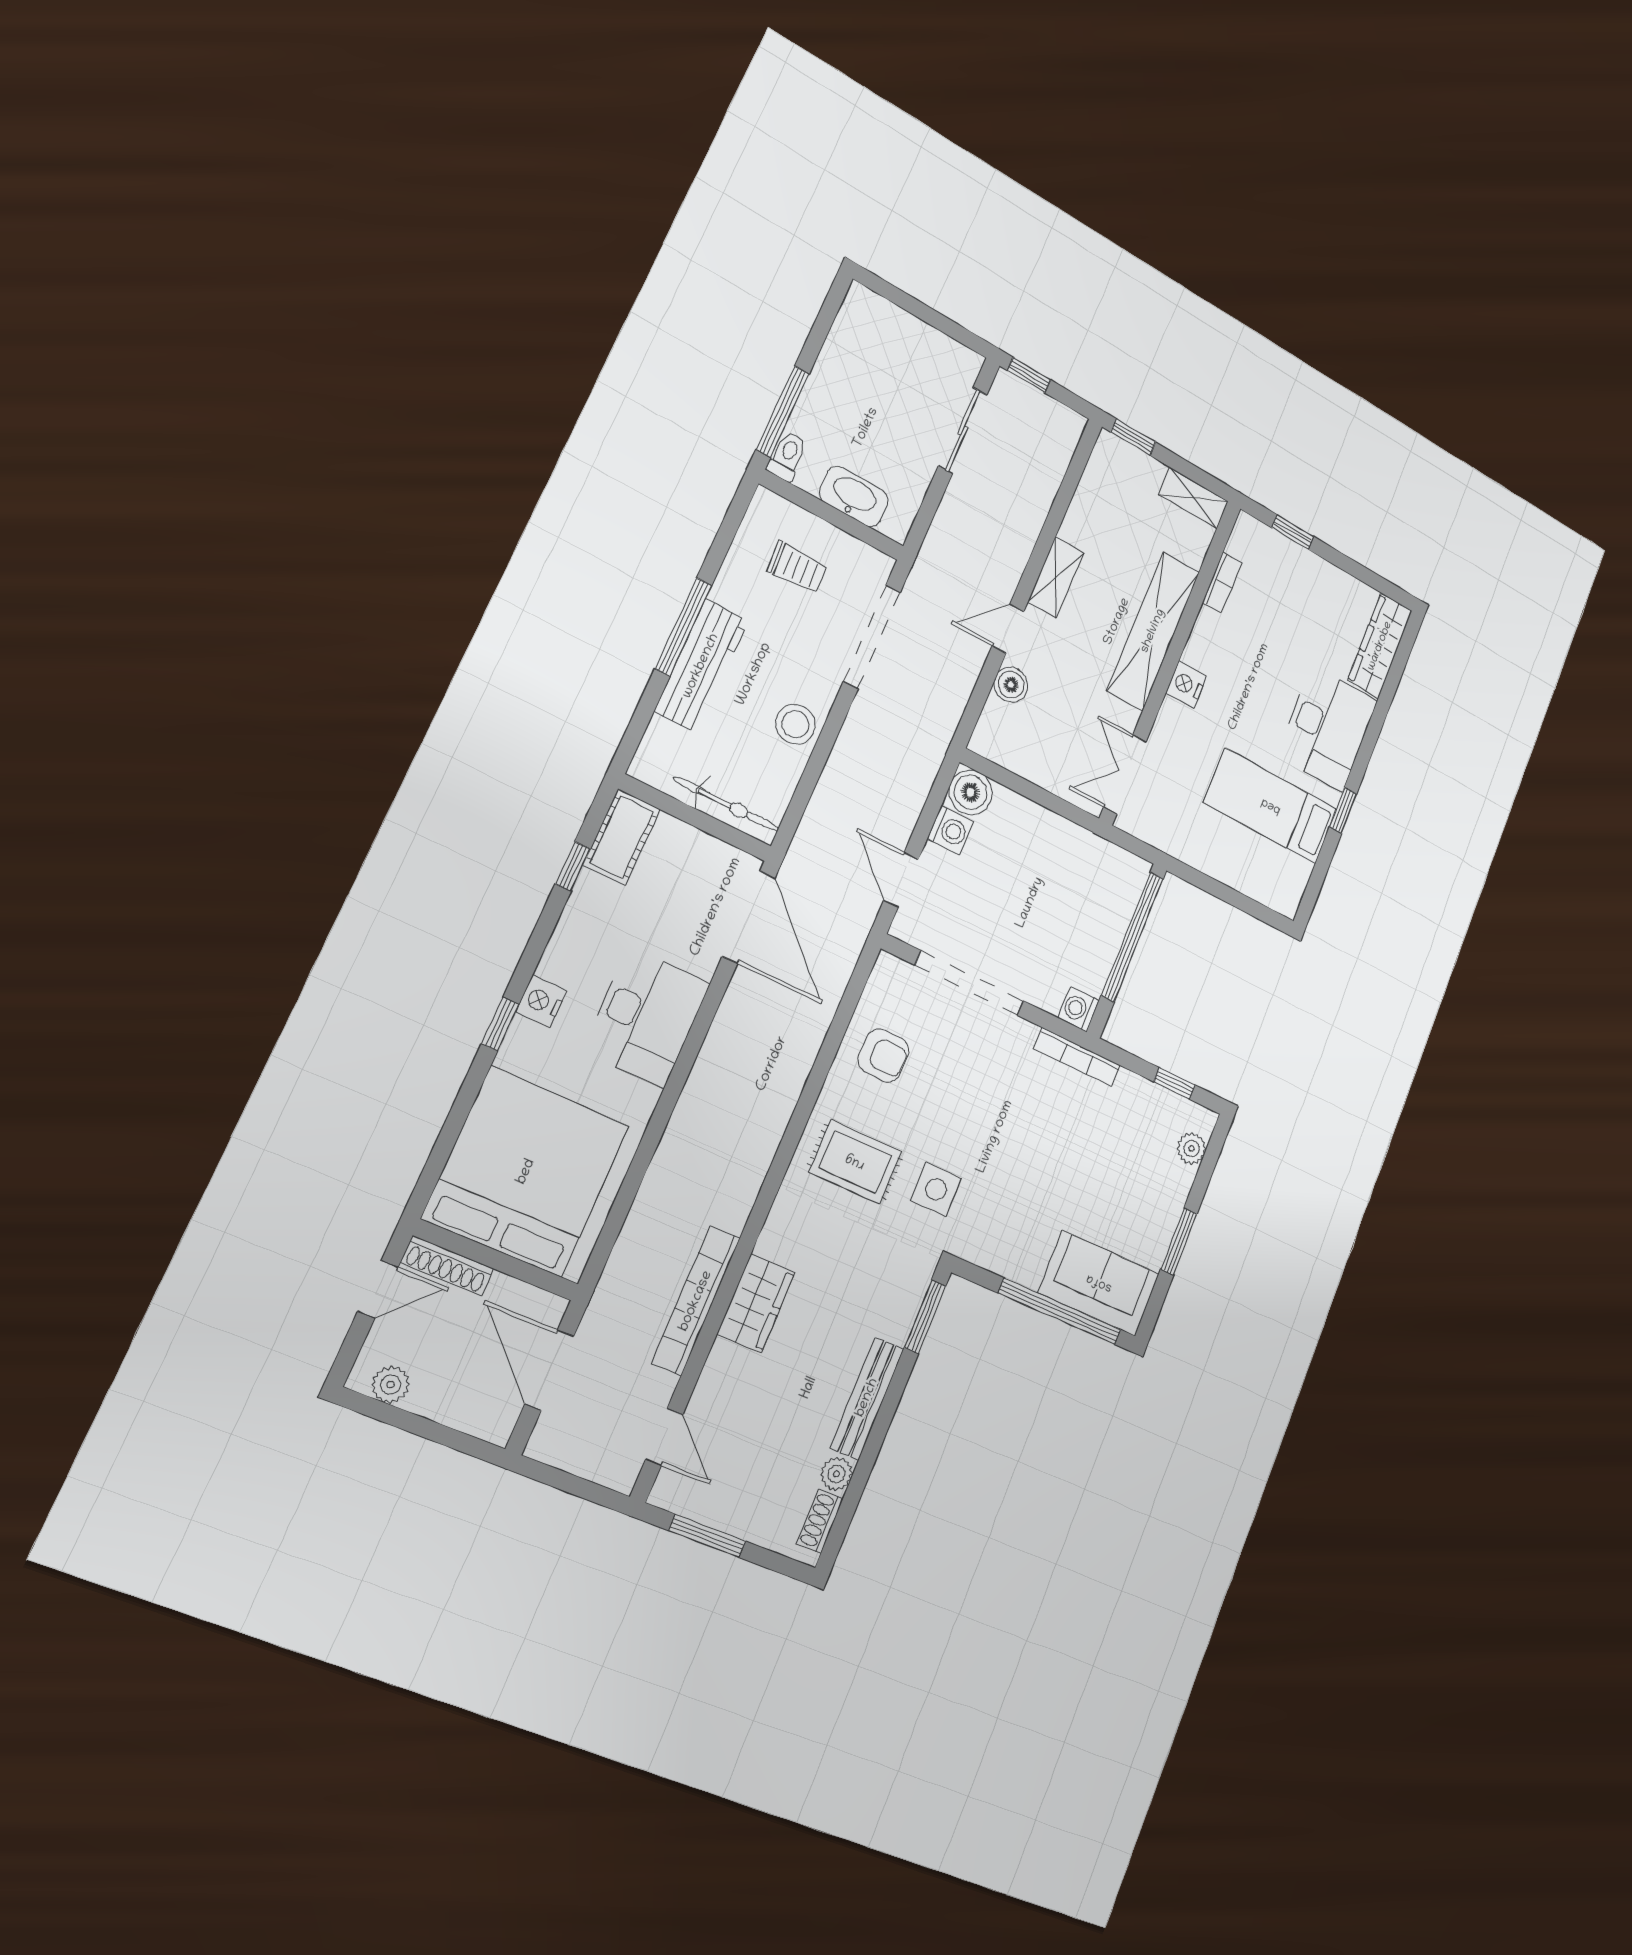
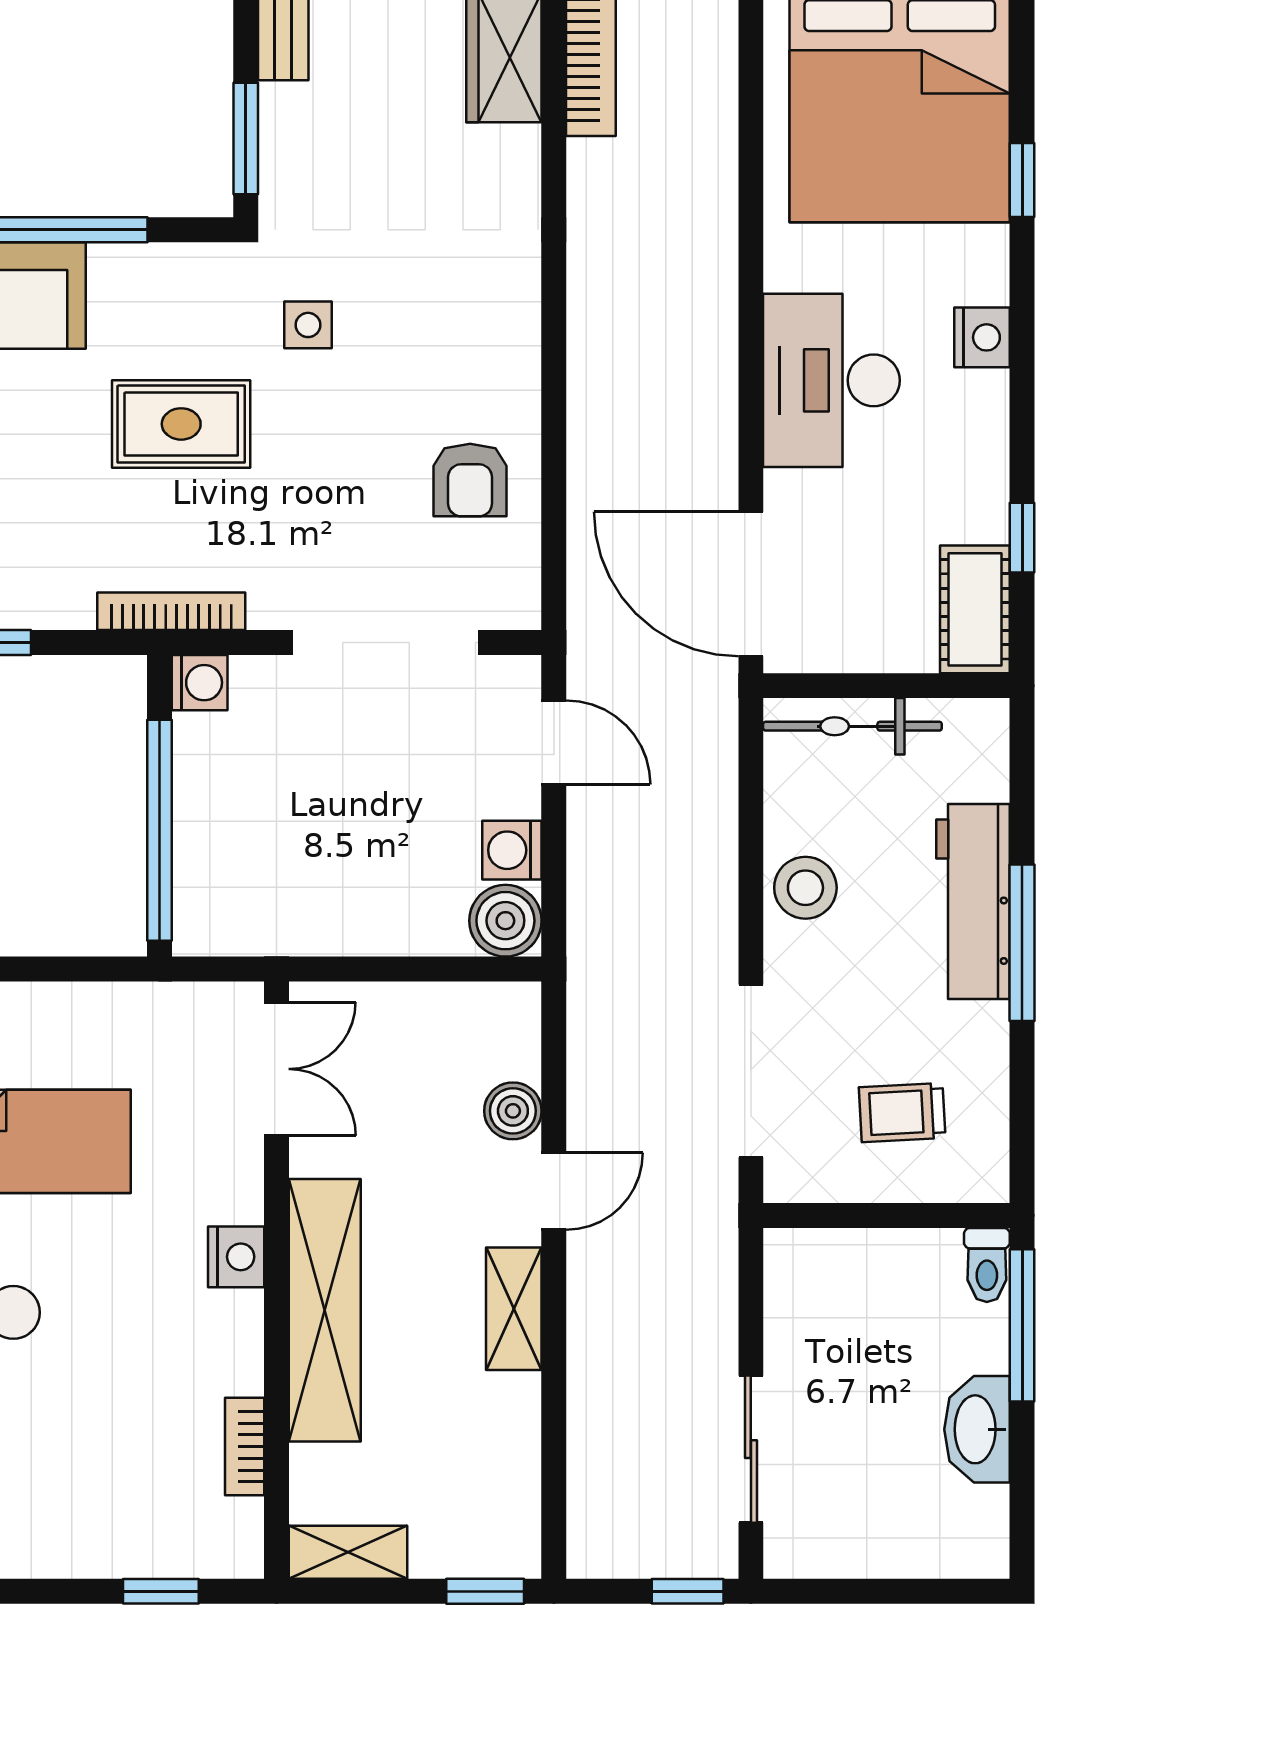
washbasin: (854, 496) -> (977, 1429), moved, turned 90
window: (500, 1024) -> (1022, 180), moved
armchair: (883, 1055) -> (470, 480), turned -91
rug: (855, 1162) -> (181, 424), moved
side table: (936, 1189) -> (308, 325), width x0.73, depth x0.73

